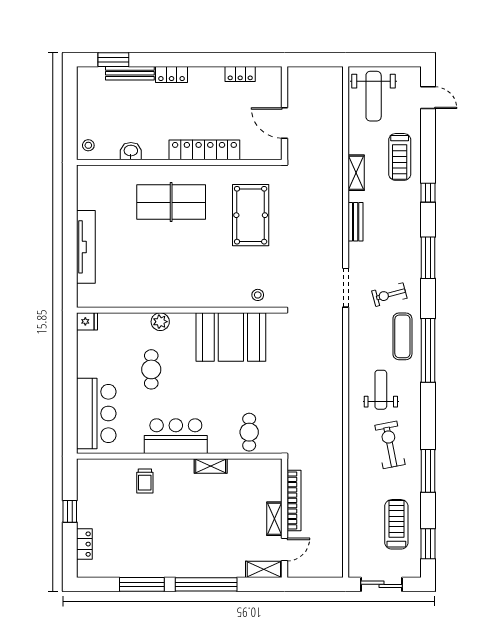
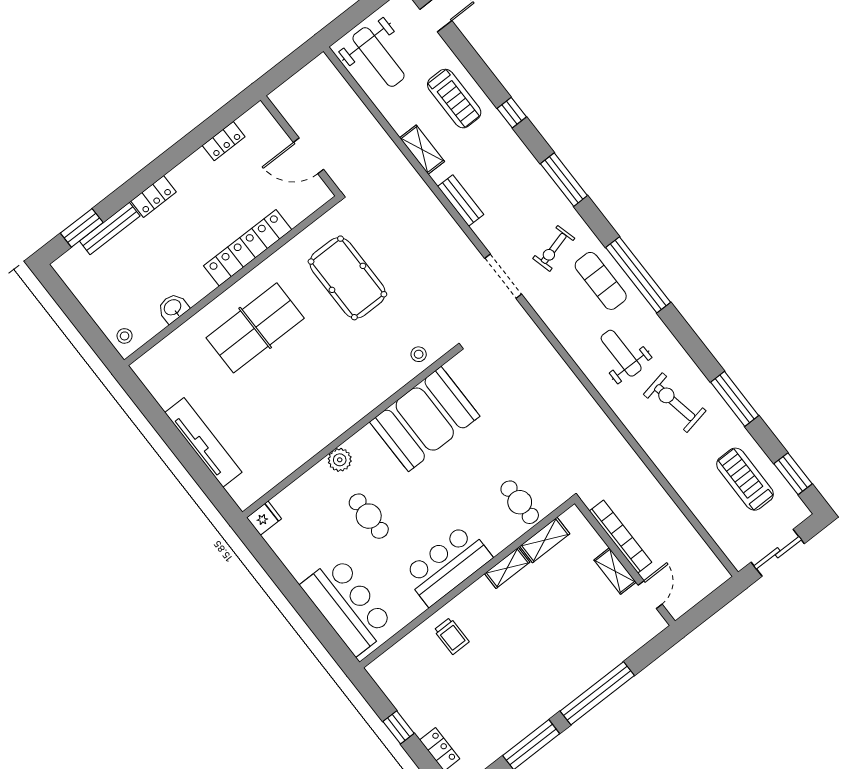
shelving: (264, 569) -> (545, 540), moved

